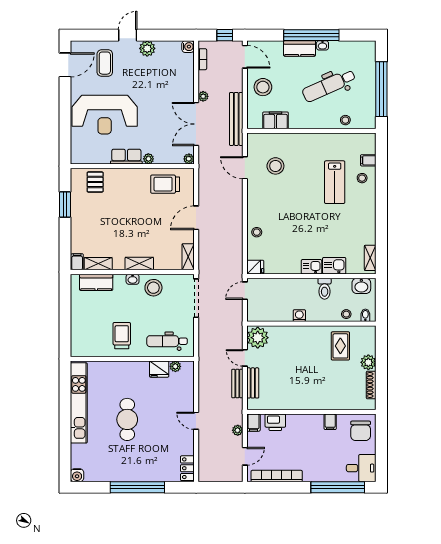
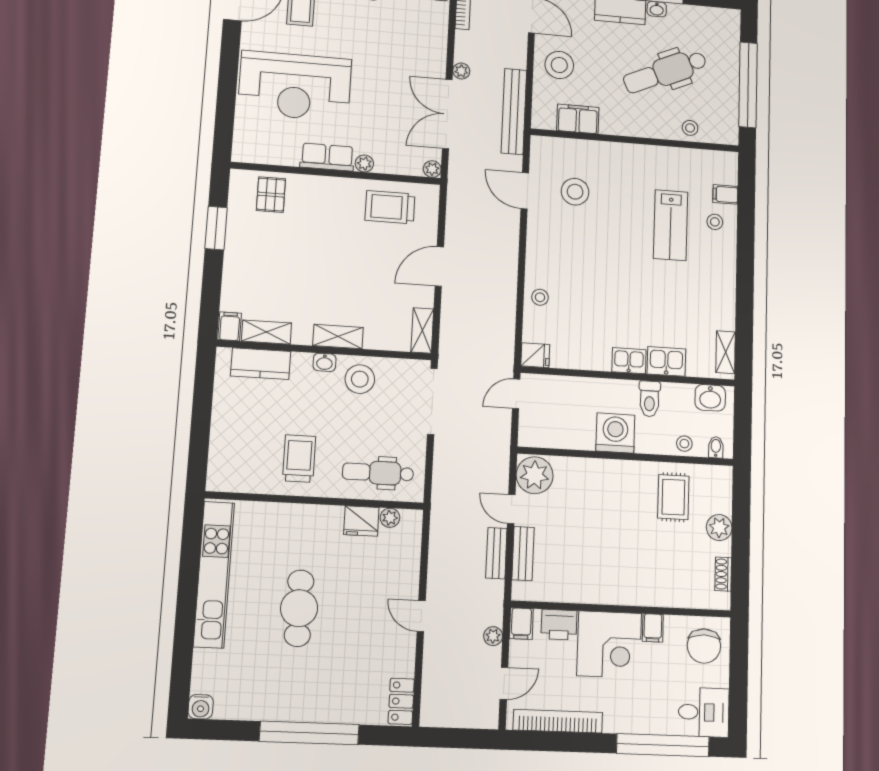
washing machine: (299, 316) -> (615, 433), width x1.89, depth x1.89
shoe rack: (371, 385) -> (723, 574), width x0.70
corner desk: (305, 432) -> (609, 644), added

